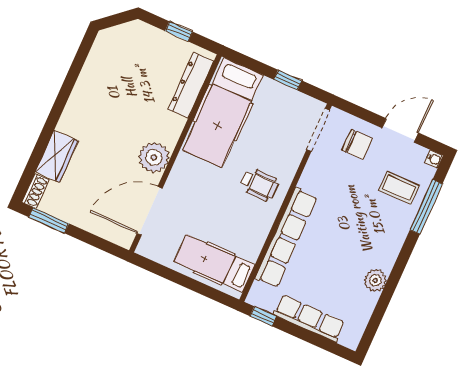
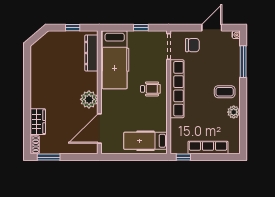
coffee table: (399, 188) -> (225, 92), moved
row of seats: (286, 238) -> (177, 89), moved

